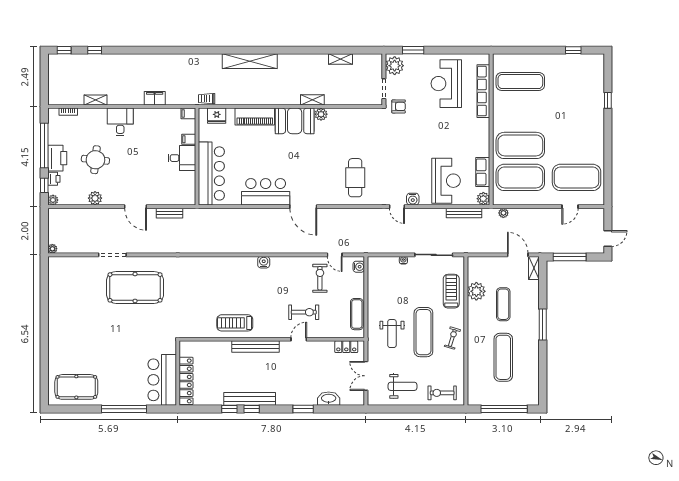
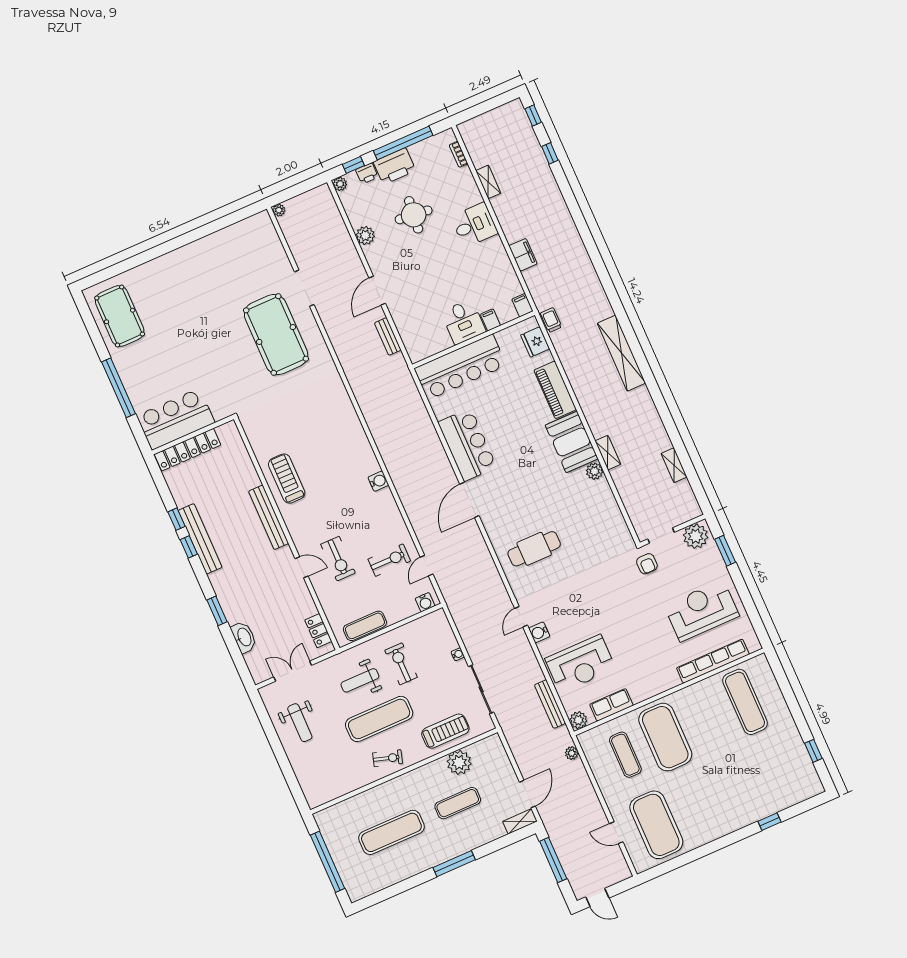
exercise mat: (520, 177) -> (625, 755), width x0.50, depth x0.69
exercise bike: (442, 393) -> (401, 664), moved

